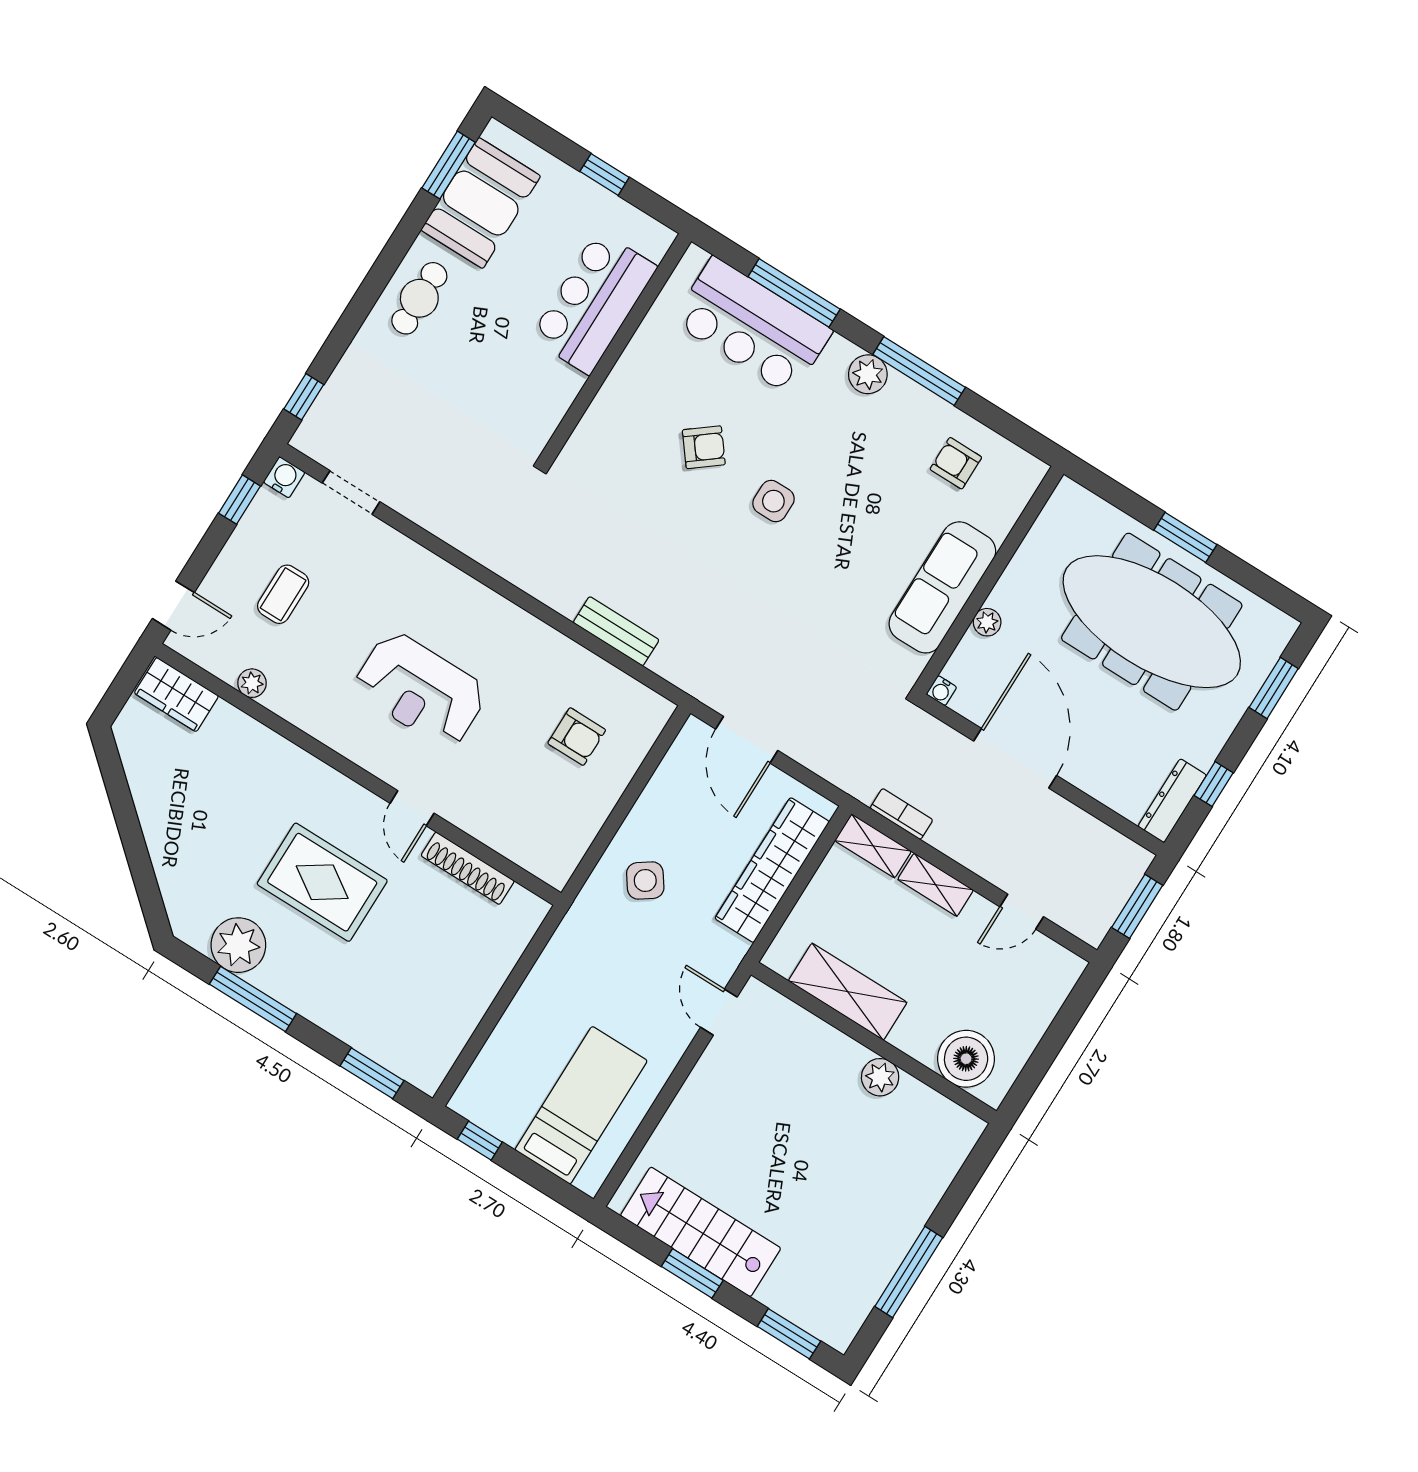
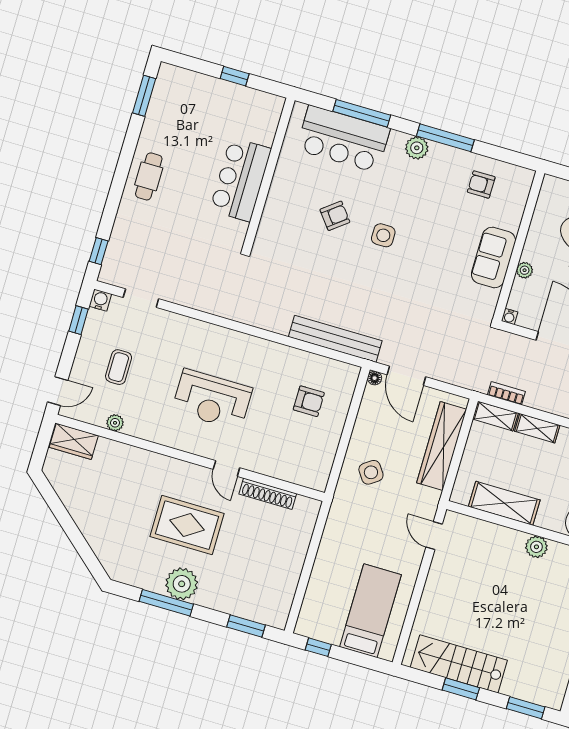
booth: (481, 203) -> (169, 112), removed
bar counter: (594, 303) -> (241, 179), moved
sofa: (942, 587) -> (493, 257), width x0.73
bench: (616, 631) -> (335, 339), width x1.86, depth x1.21
floor lamp: (694, 729) -> (375, 378), added
plant: (238, 945) -> (182, 584), moved

